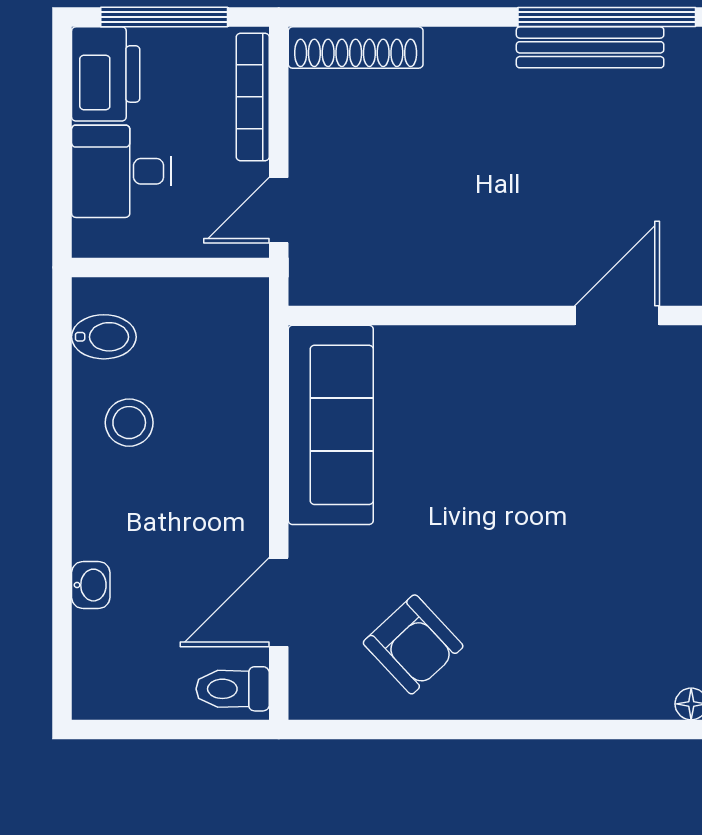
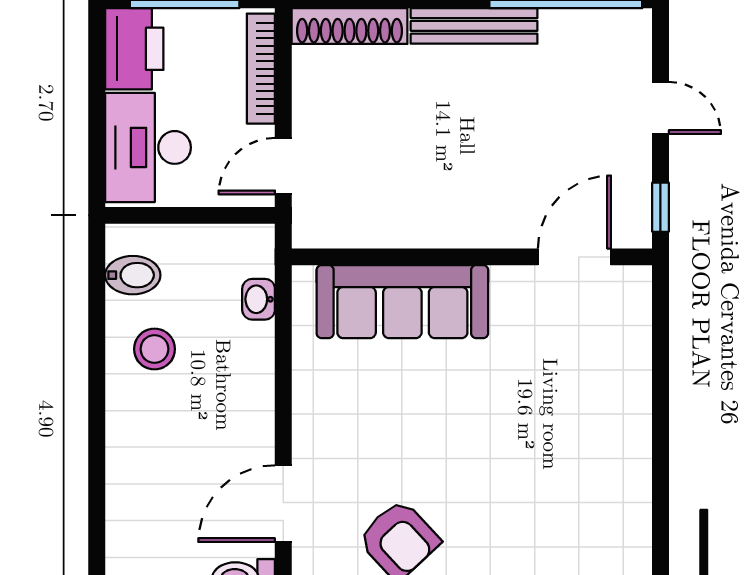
bench: (590, 47) -> (474, 26), moved
desk: (122, 171) -> (148, 147), width x1.37
sofa: (331, 425) -> (402, 302), moved, turned 90
washbasin: (91, 585) -> (259, 299), moved, turned 180

